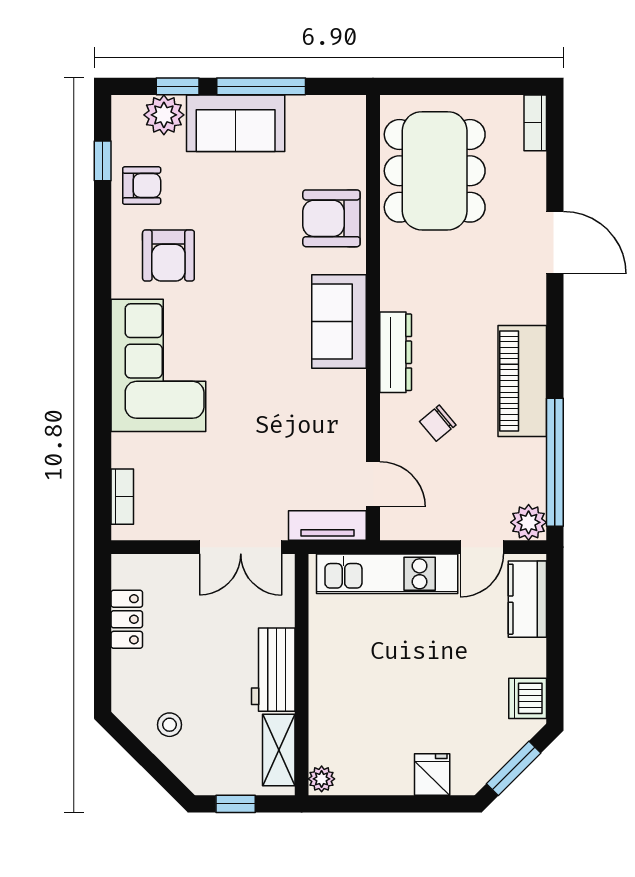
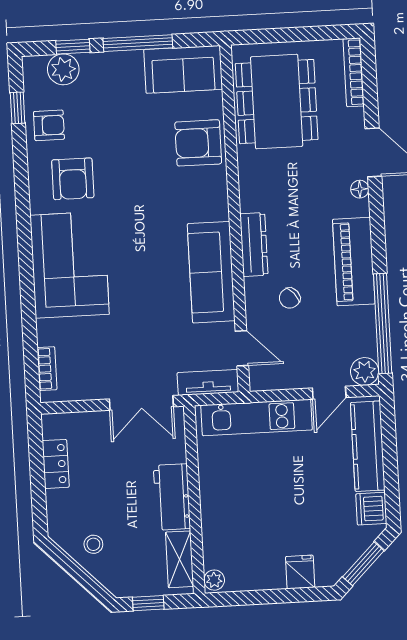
sofa: (236, 123) -> (183, 69), moved
bookcase: (535, 123) -> (354, 72), width x1.56
floor lamp: (535, 289) -> (360, 189), added
sofa: (339, 322) -> (211, 272), moved, width x1.36
kitchen counter: (527, 599) -> (368, 446), width x1.50

